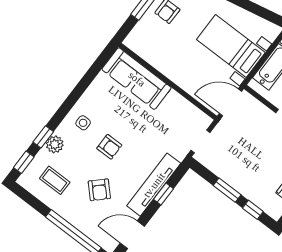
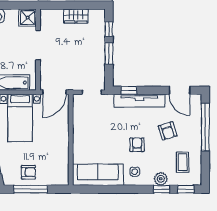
sofa: (137, 79) -> (98, 175), moved, turned -90
door: (230, 102) -> (54, 92), hinge flipped
armchair: (99, 190) -> (168, 131), turned 116
window: (163, 194) -> (129, 90), moved

